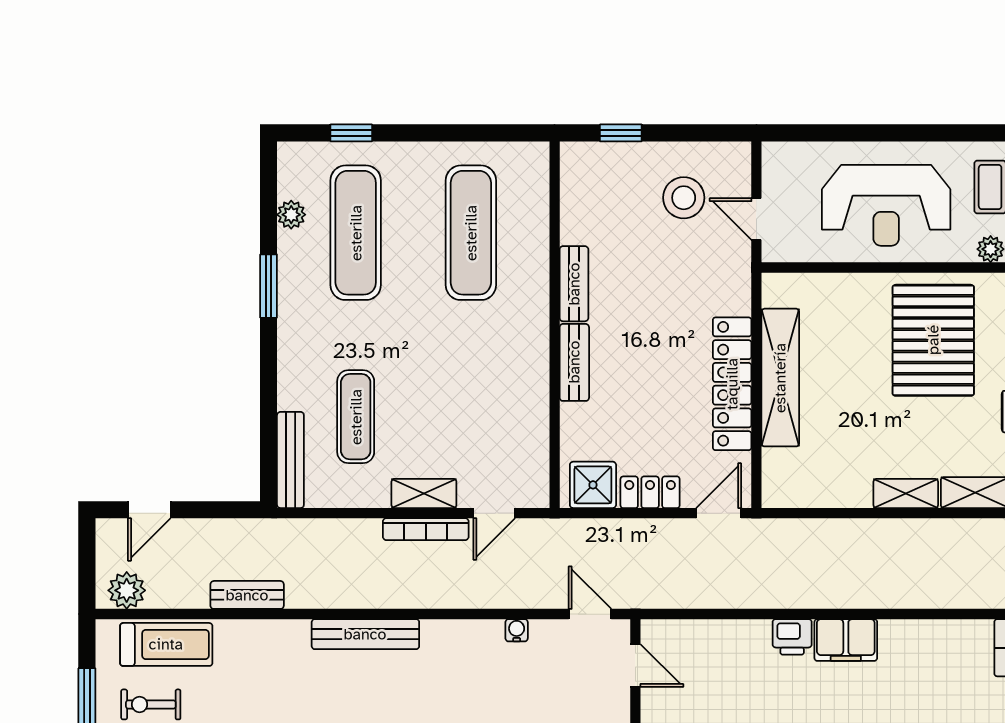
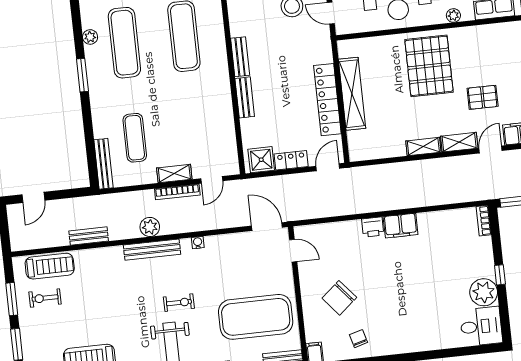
plant: (127, 590) -> (150, 227), moved
door: (590, 614) -> (267, 227), width x1.38
water cooler: (517, 630) -> (198, 243), moved

